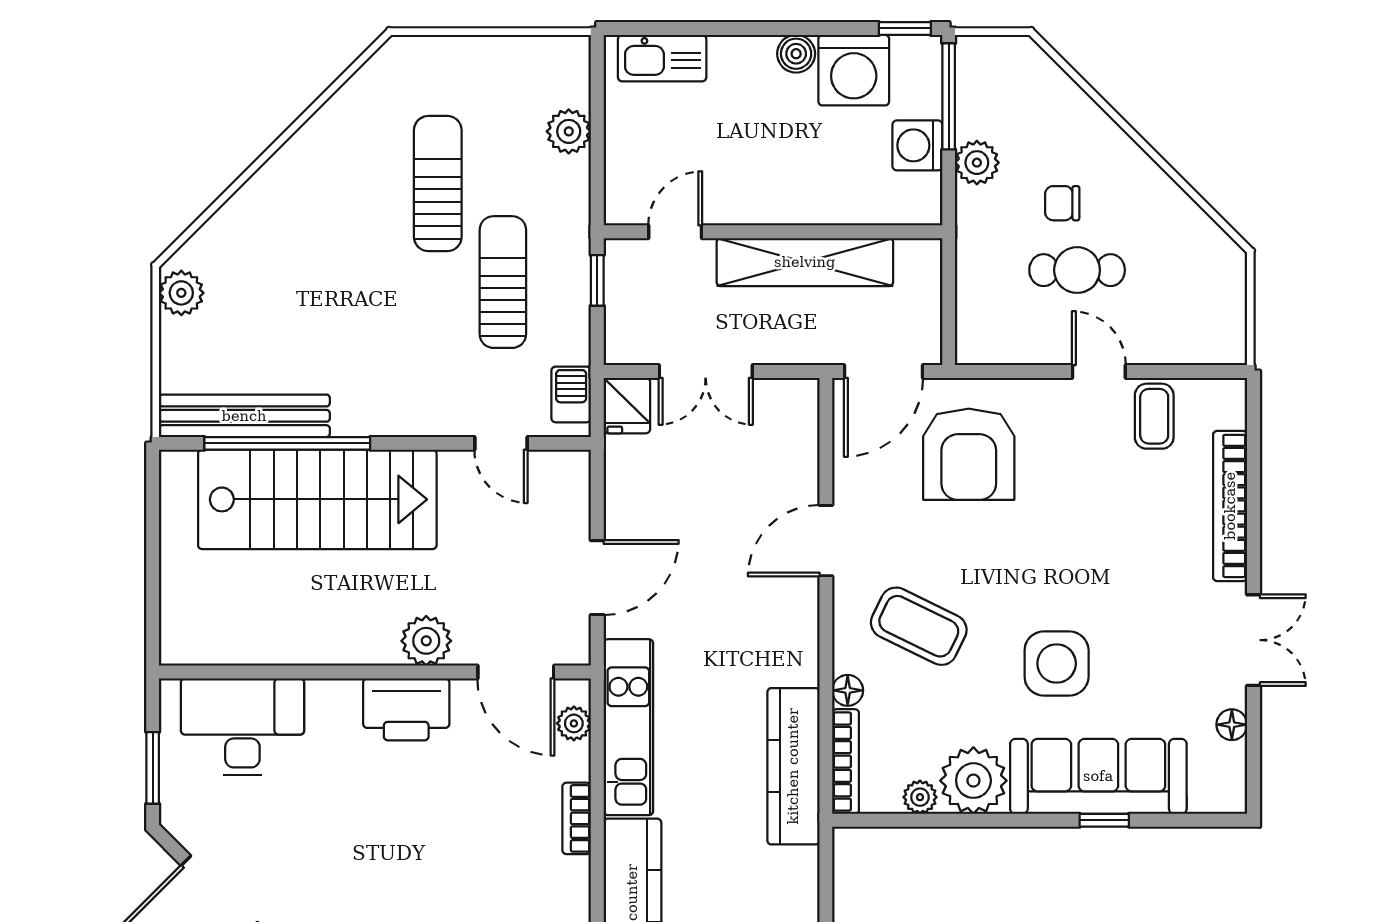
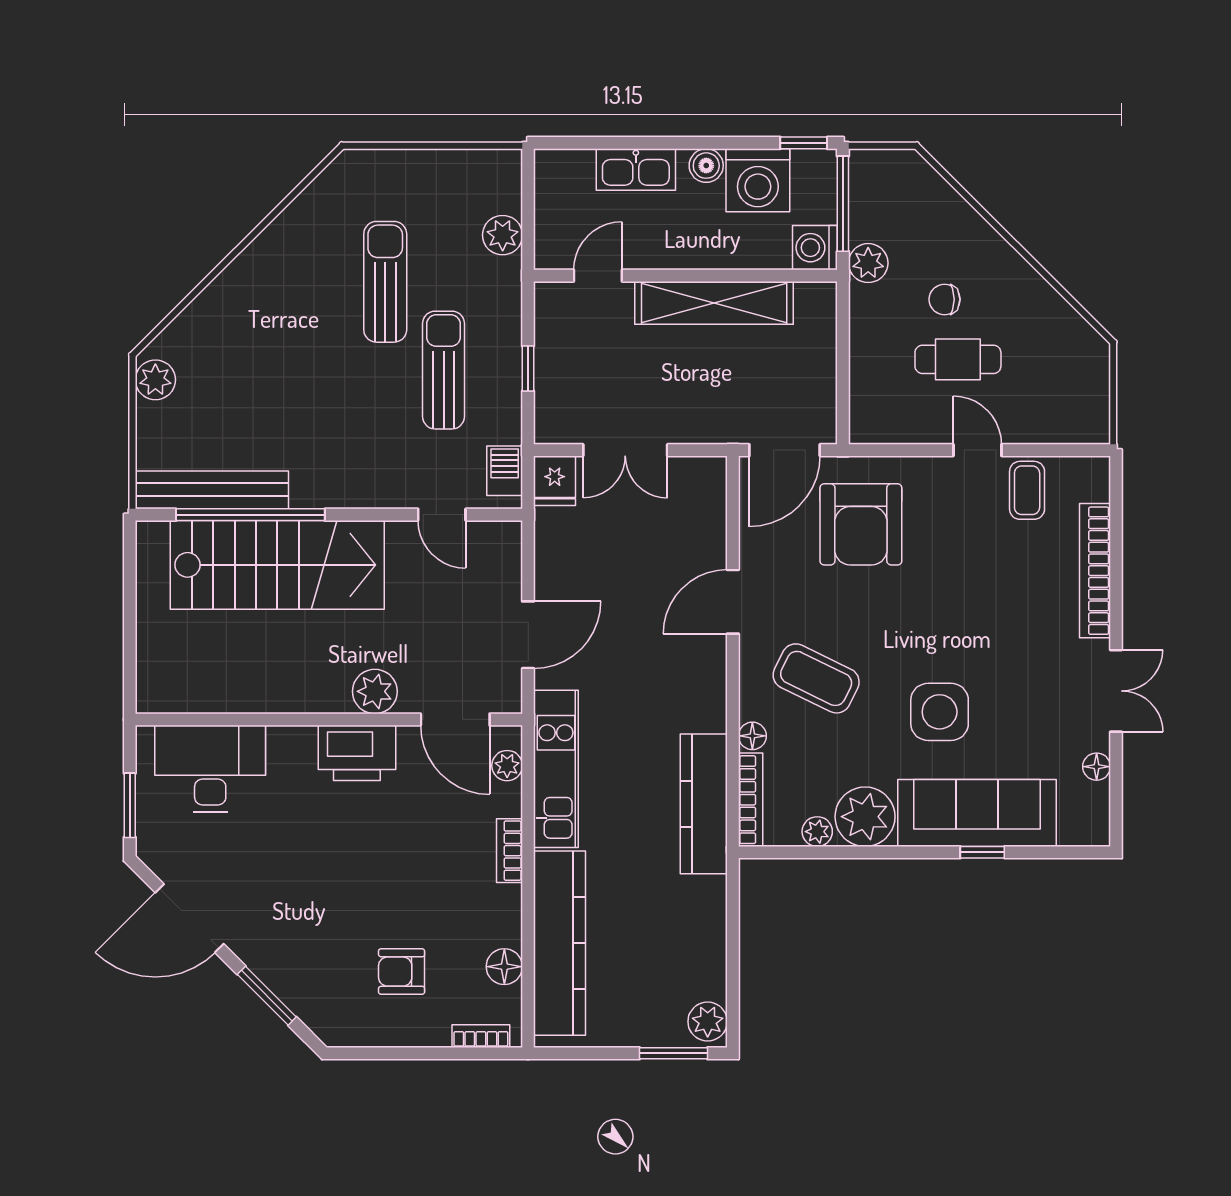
kitchen sink: (662, 58) -> (636, 169), moved
door: (675, 232) -> (598, 276), moved
wall: (773, 232) -> (685, 276), moved
shelving: (805, 262) -> (714, 303), moved

